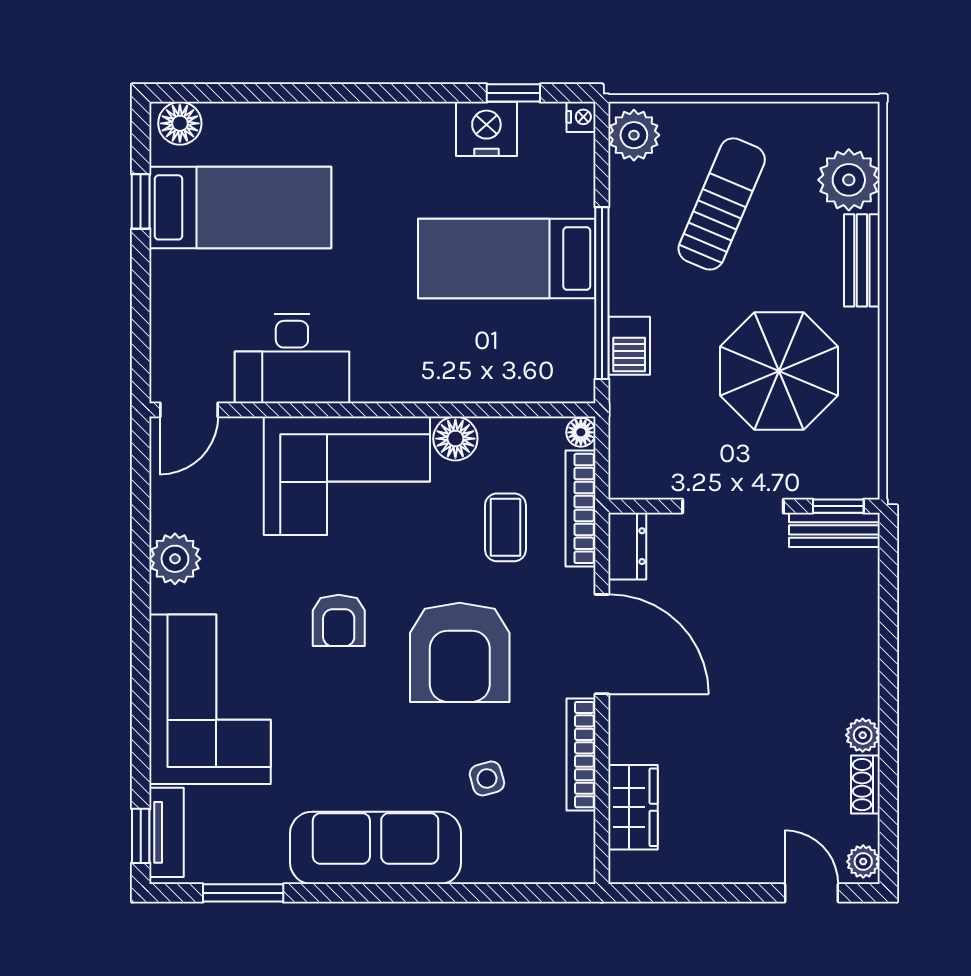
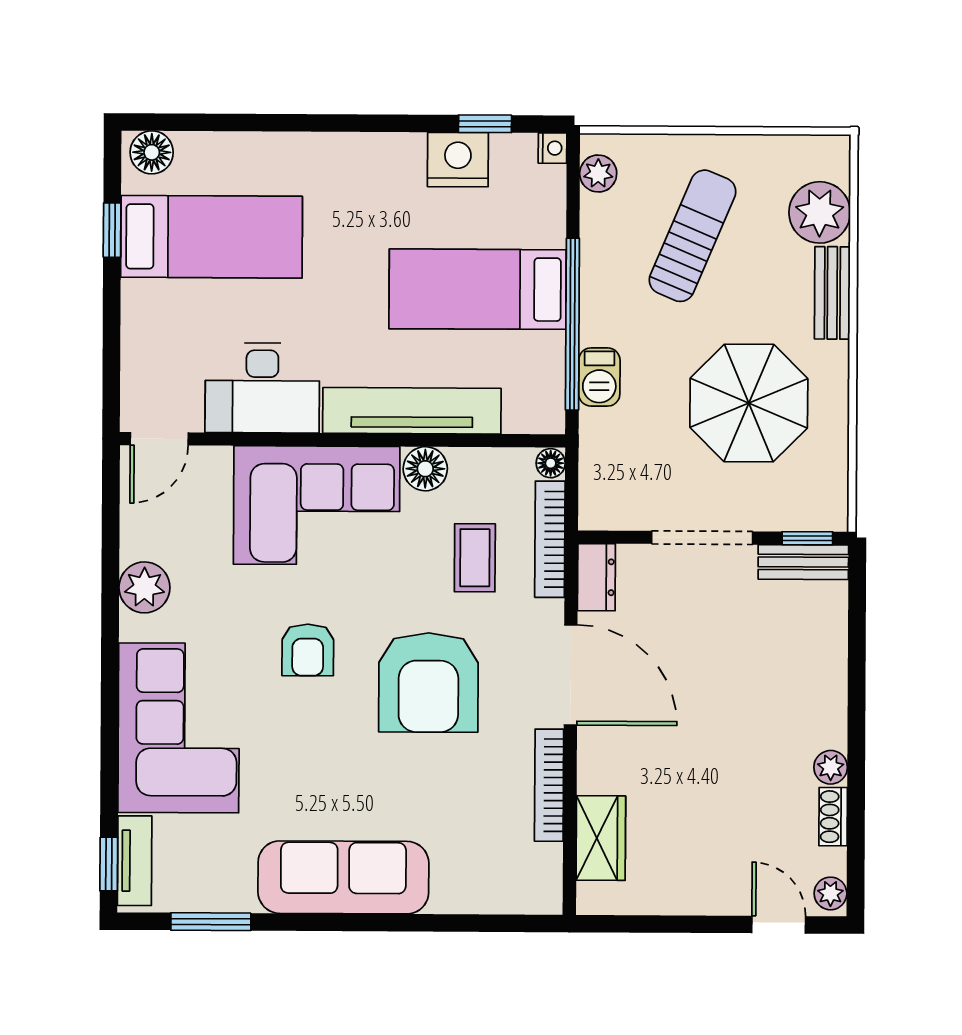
plant: (634, 135) -> (598, 173), width x0.73, depth x0.73
tv unit: (442, 381) -> (412, 411), added
side table: (487, 778) -> (455, 809), removed

